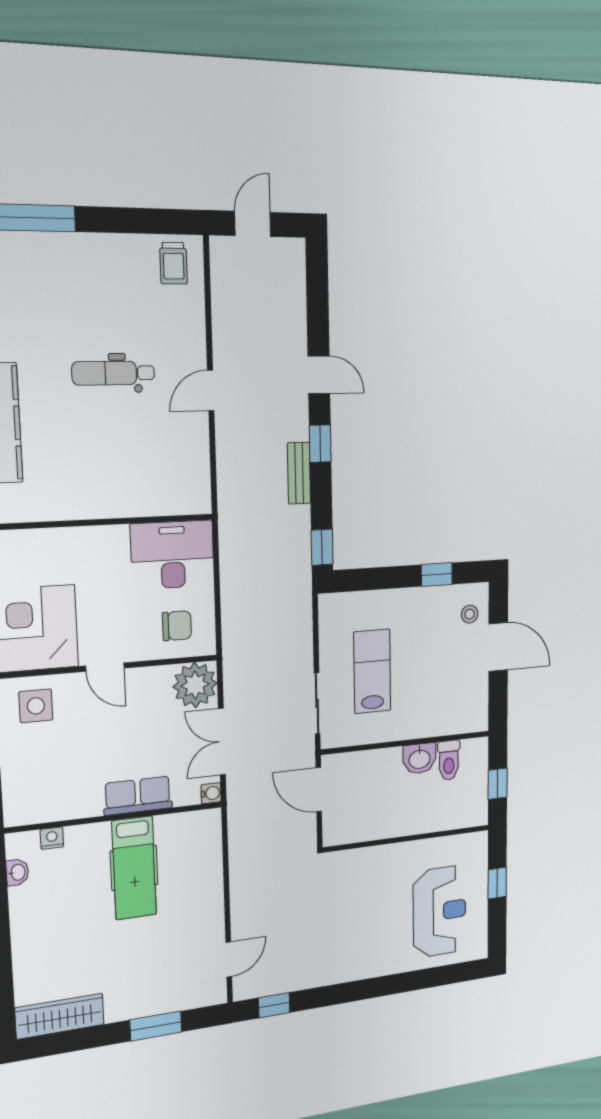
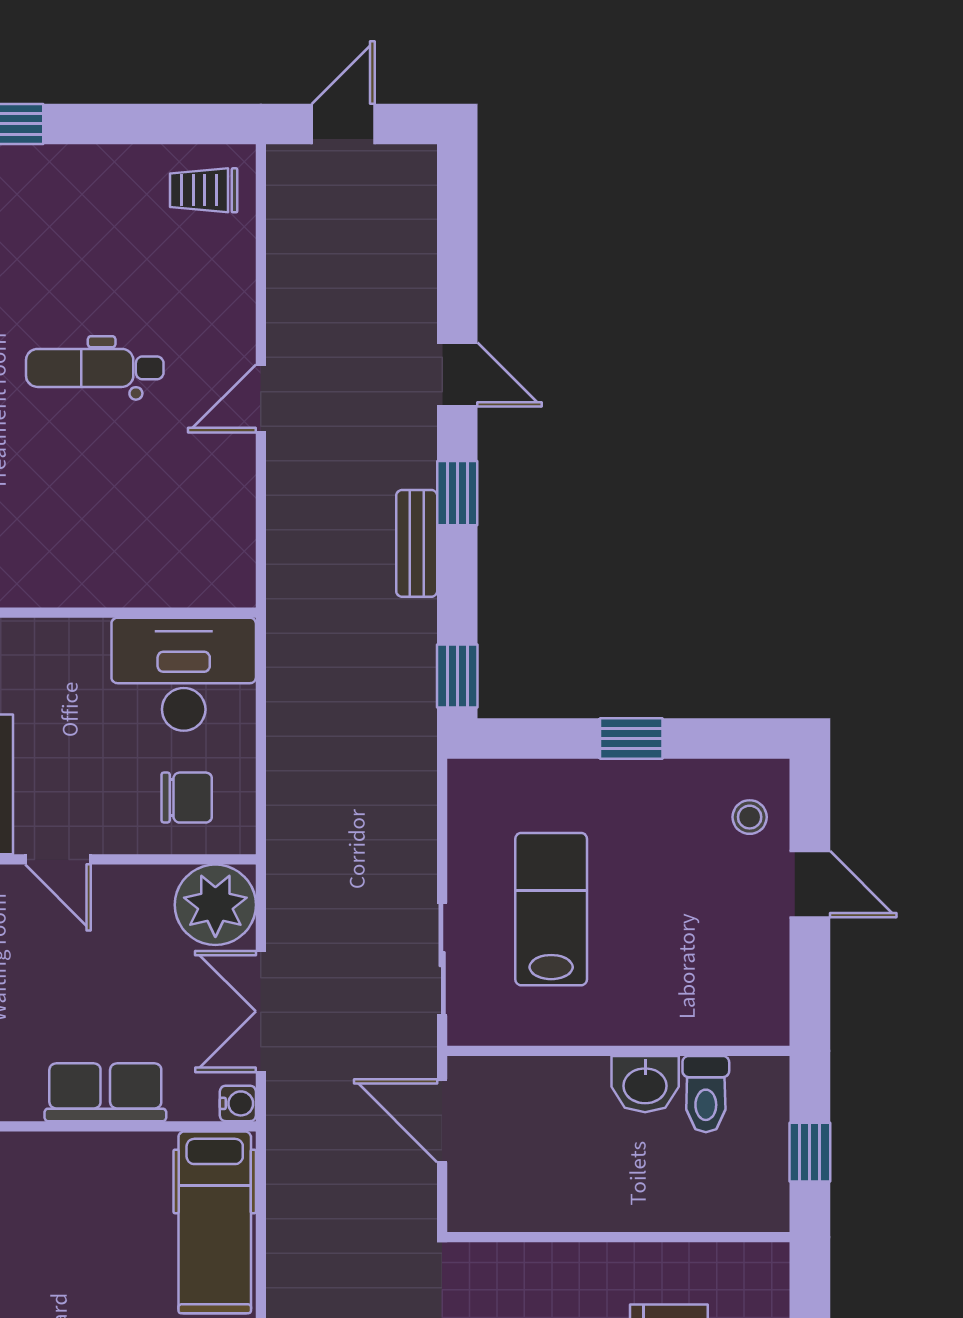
trolley: (174, 263) -> (204, 190), turned 90
window: (437, 575) -> (631, 738), moved
door: (498, 647) -> (810, 884), width x0.73
hospital bed: (134, 868) -> (215, 1222), moved

